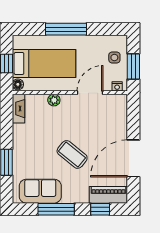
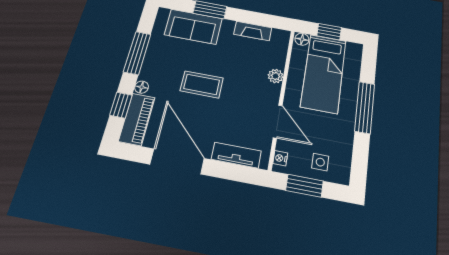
fireplace: (19, 109) -> (253, 31), moved
tv unit: (121, 118) -> (236, 155), added
coffee table: (72, 154) -> (202, 84), turned 51
sofa: (40, 191) -> (193, 27), moved, turned 90
floor lamp: (83, 198) -> (142, 87), added

